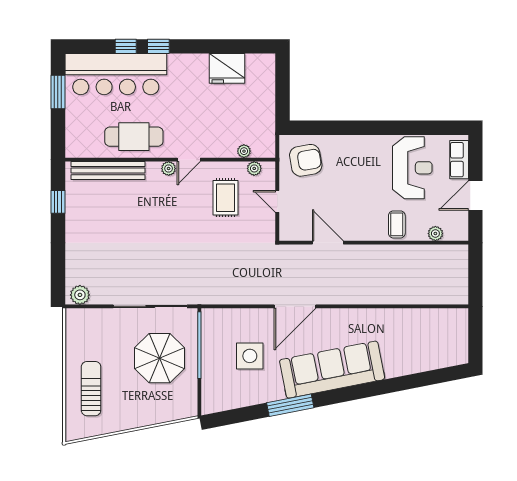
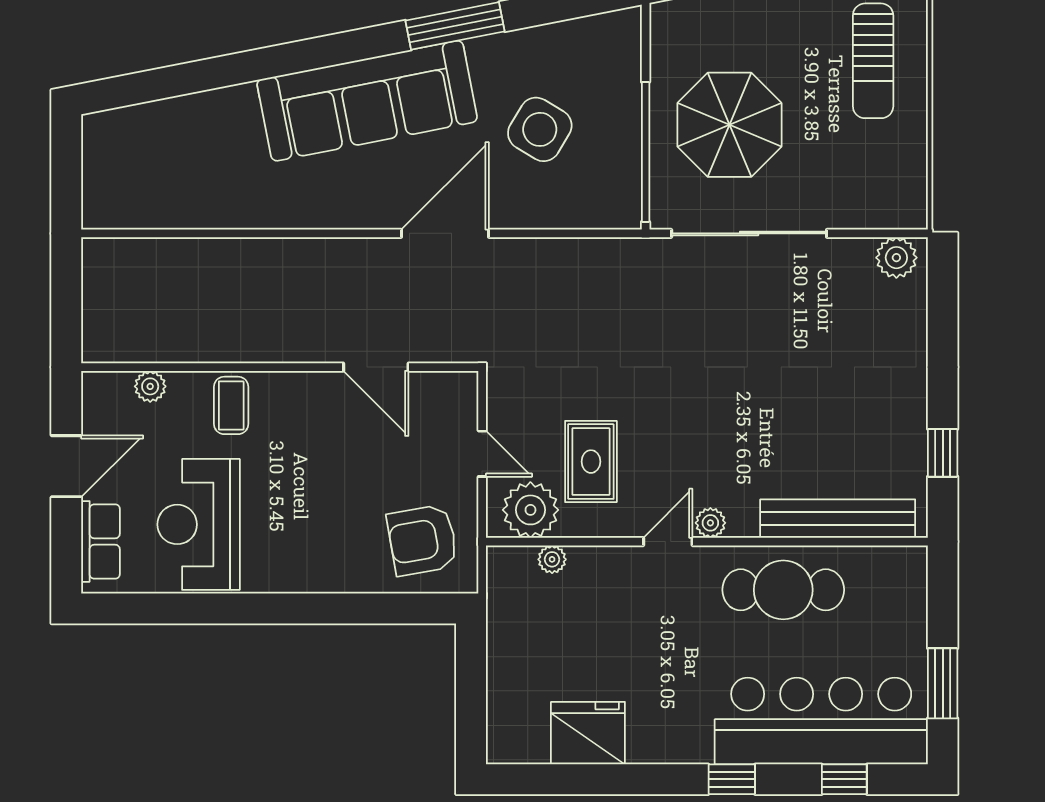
window: (126, 46) -> (844, 779), moved
plant: (254, 168) -> (530, 510), width x1.87, depth x1.87
side table: (250, 356) -> (540, 129), turned 31

